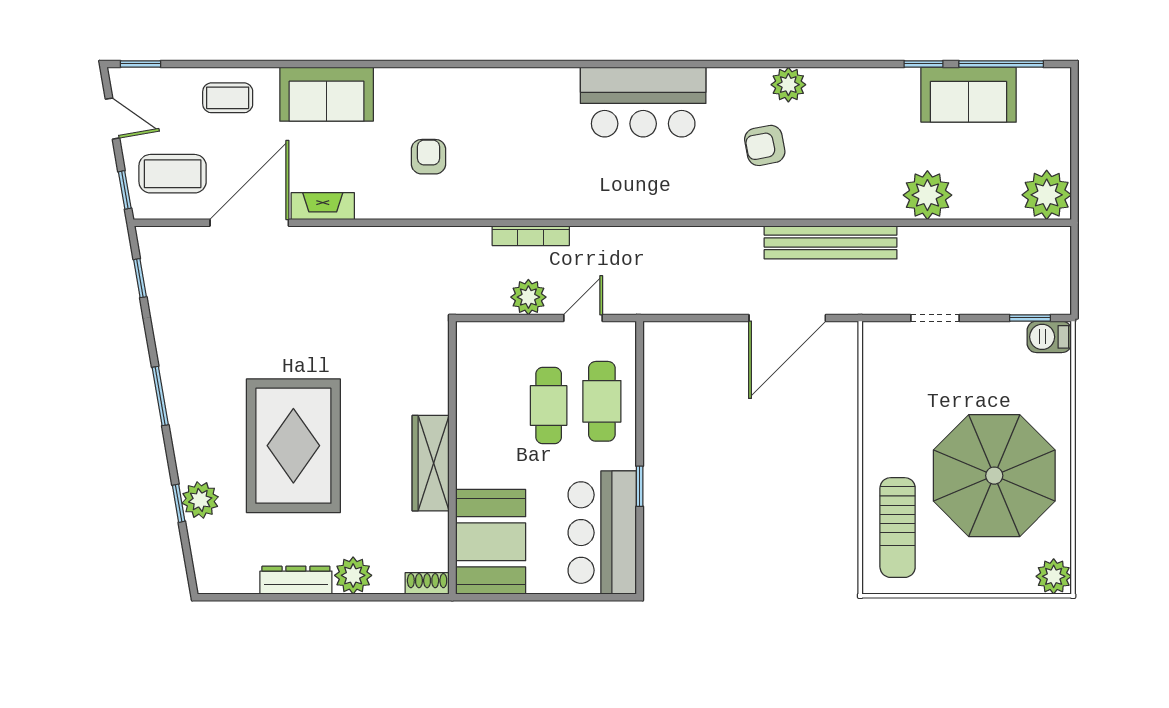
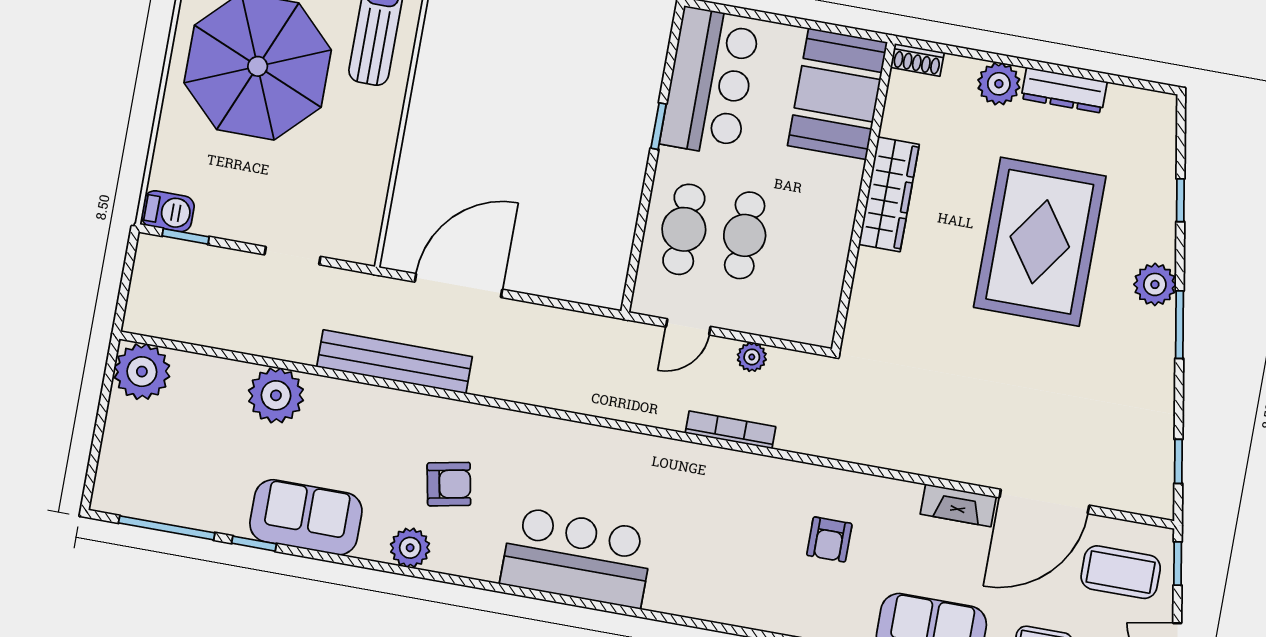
sofa: (969, 95) -> (306, 517), moved
plant: (528, 297) -> (752, 357), width x0.73, depth x0.73
plant: (200, 500) -> (1155, 284), moved

